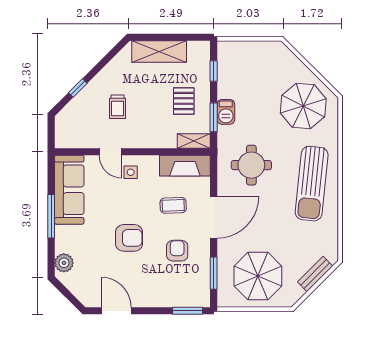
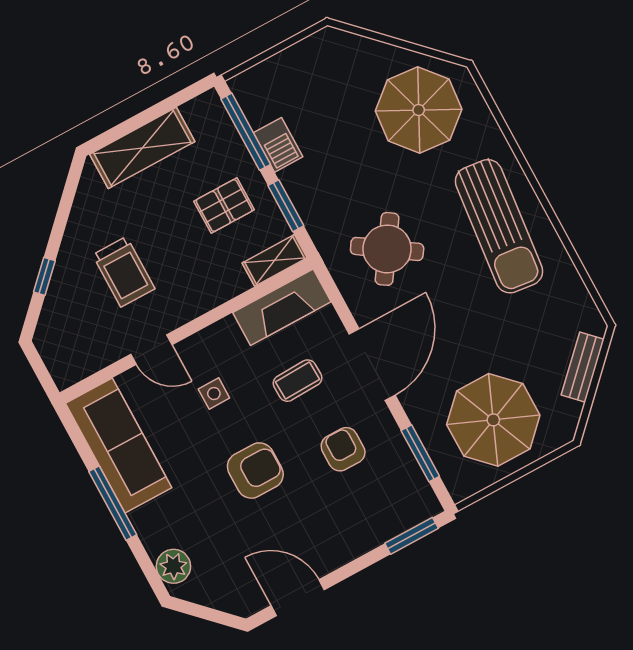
window: (214, 71) -> (246, 132), width x2.17
pallet: (184, 101) -> (224, 205), turned 90
trolley: (117, 107) -> (124, 272), width x1.36, depth x1.39
barbecue: (226, 112) -> (278, 145), moved
round table: (251, 165) -> (387, 249), turned 34
side table: (131, 172) -> (214, 394), moved

